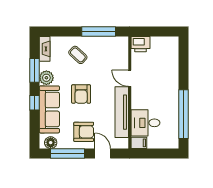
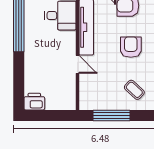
printer: (140, 44) -> (34, 102), moved

